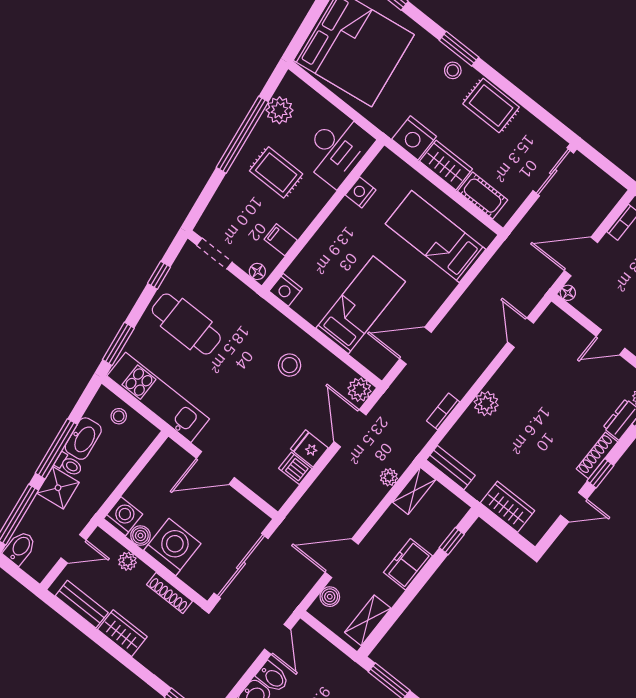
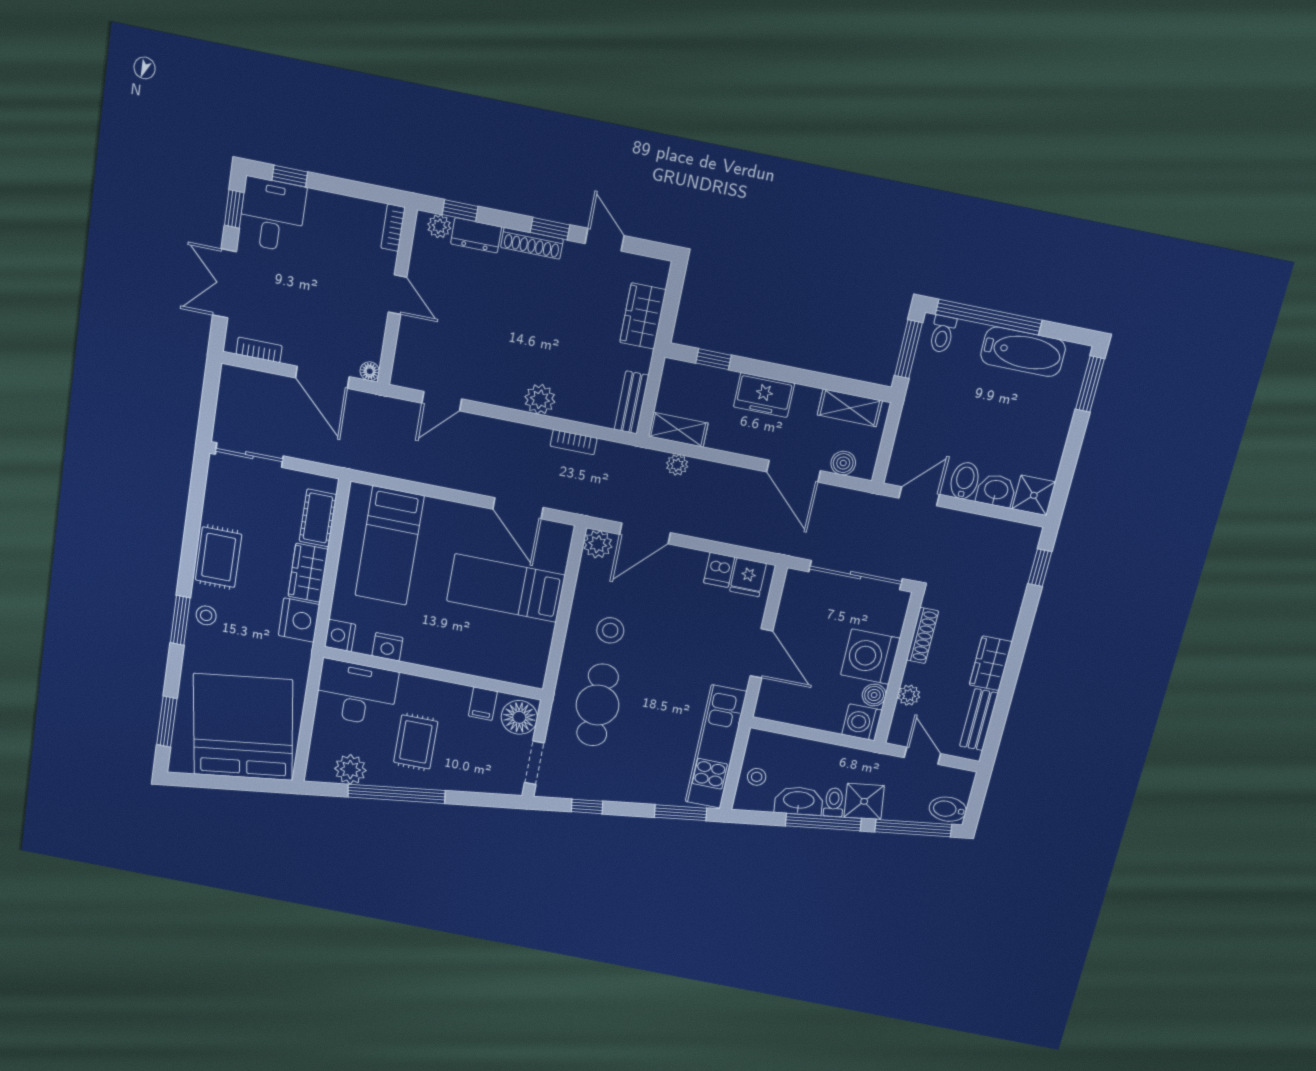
floor lamp: (257, 271) -> (519, 717), width x1.89, depth x1.89
nightstand: (286, 290) -> (340, 636), moved, turned 180
cafe table: (186, 324) -> (598, 705), moved
fridge: (309, 448) -> (748, 577), moved

